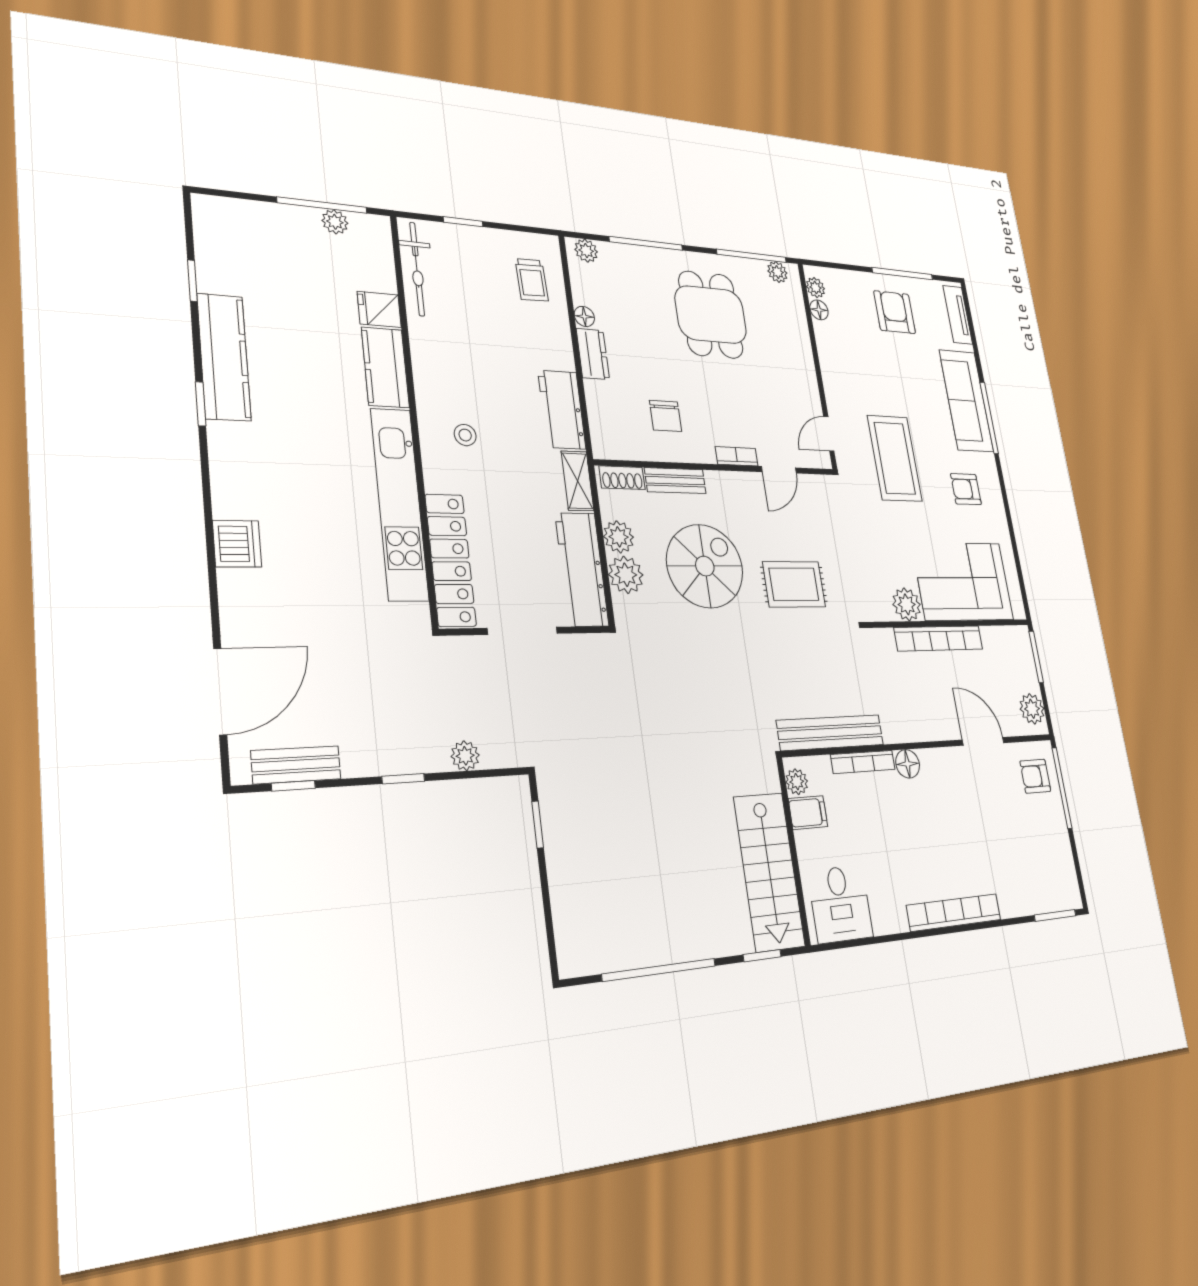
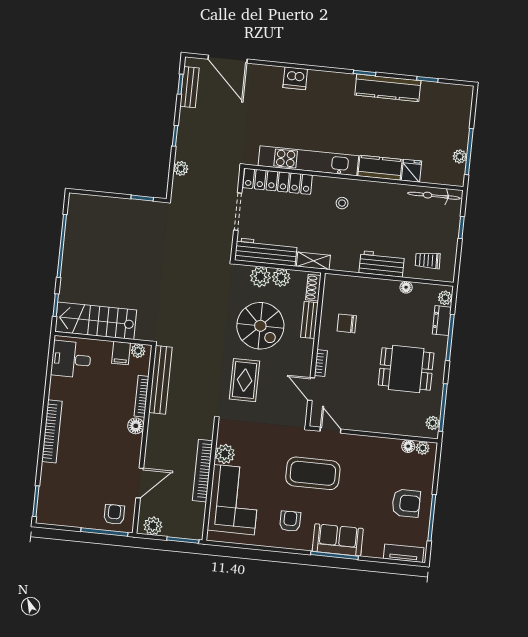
dresser: (593, 354) -> (442, 321), moved, turned 90
sofa: (966, 401) -> (338, 540), width x0.73
workbench: (562, 410) -> (382, 264), moved

